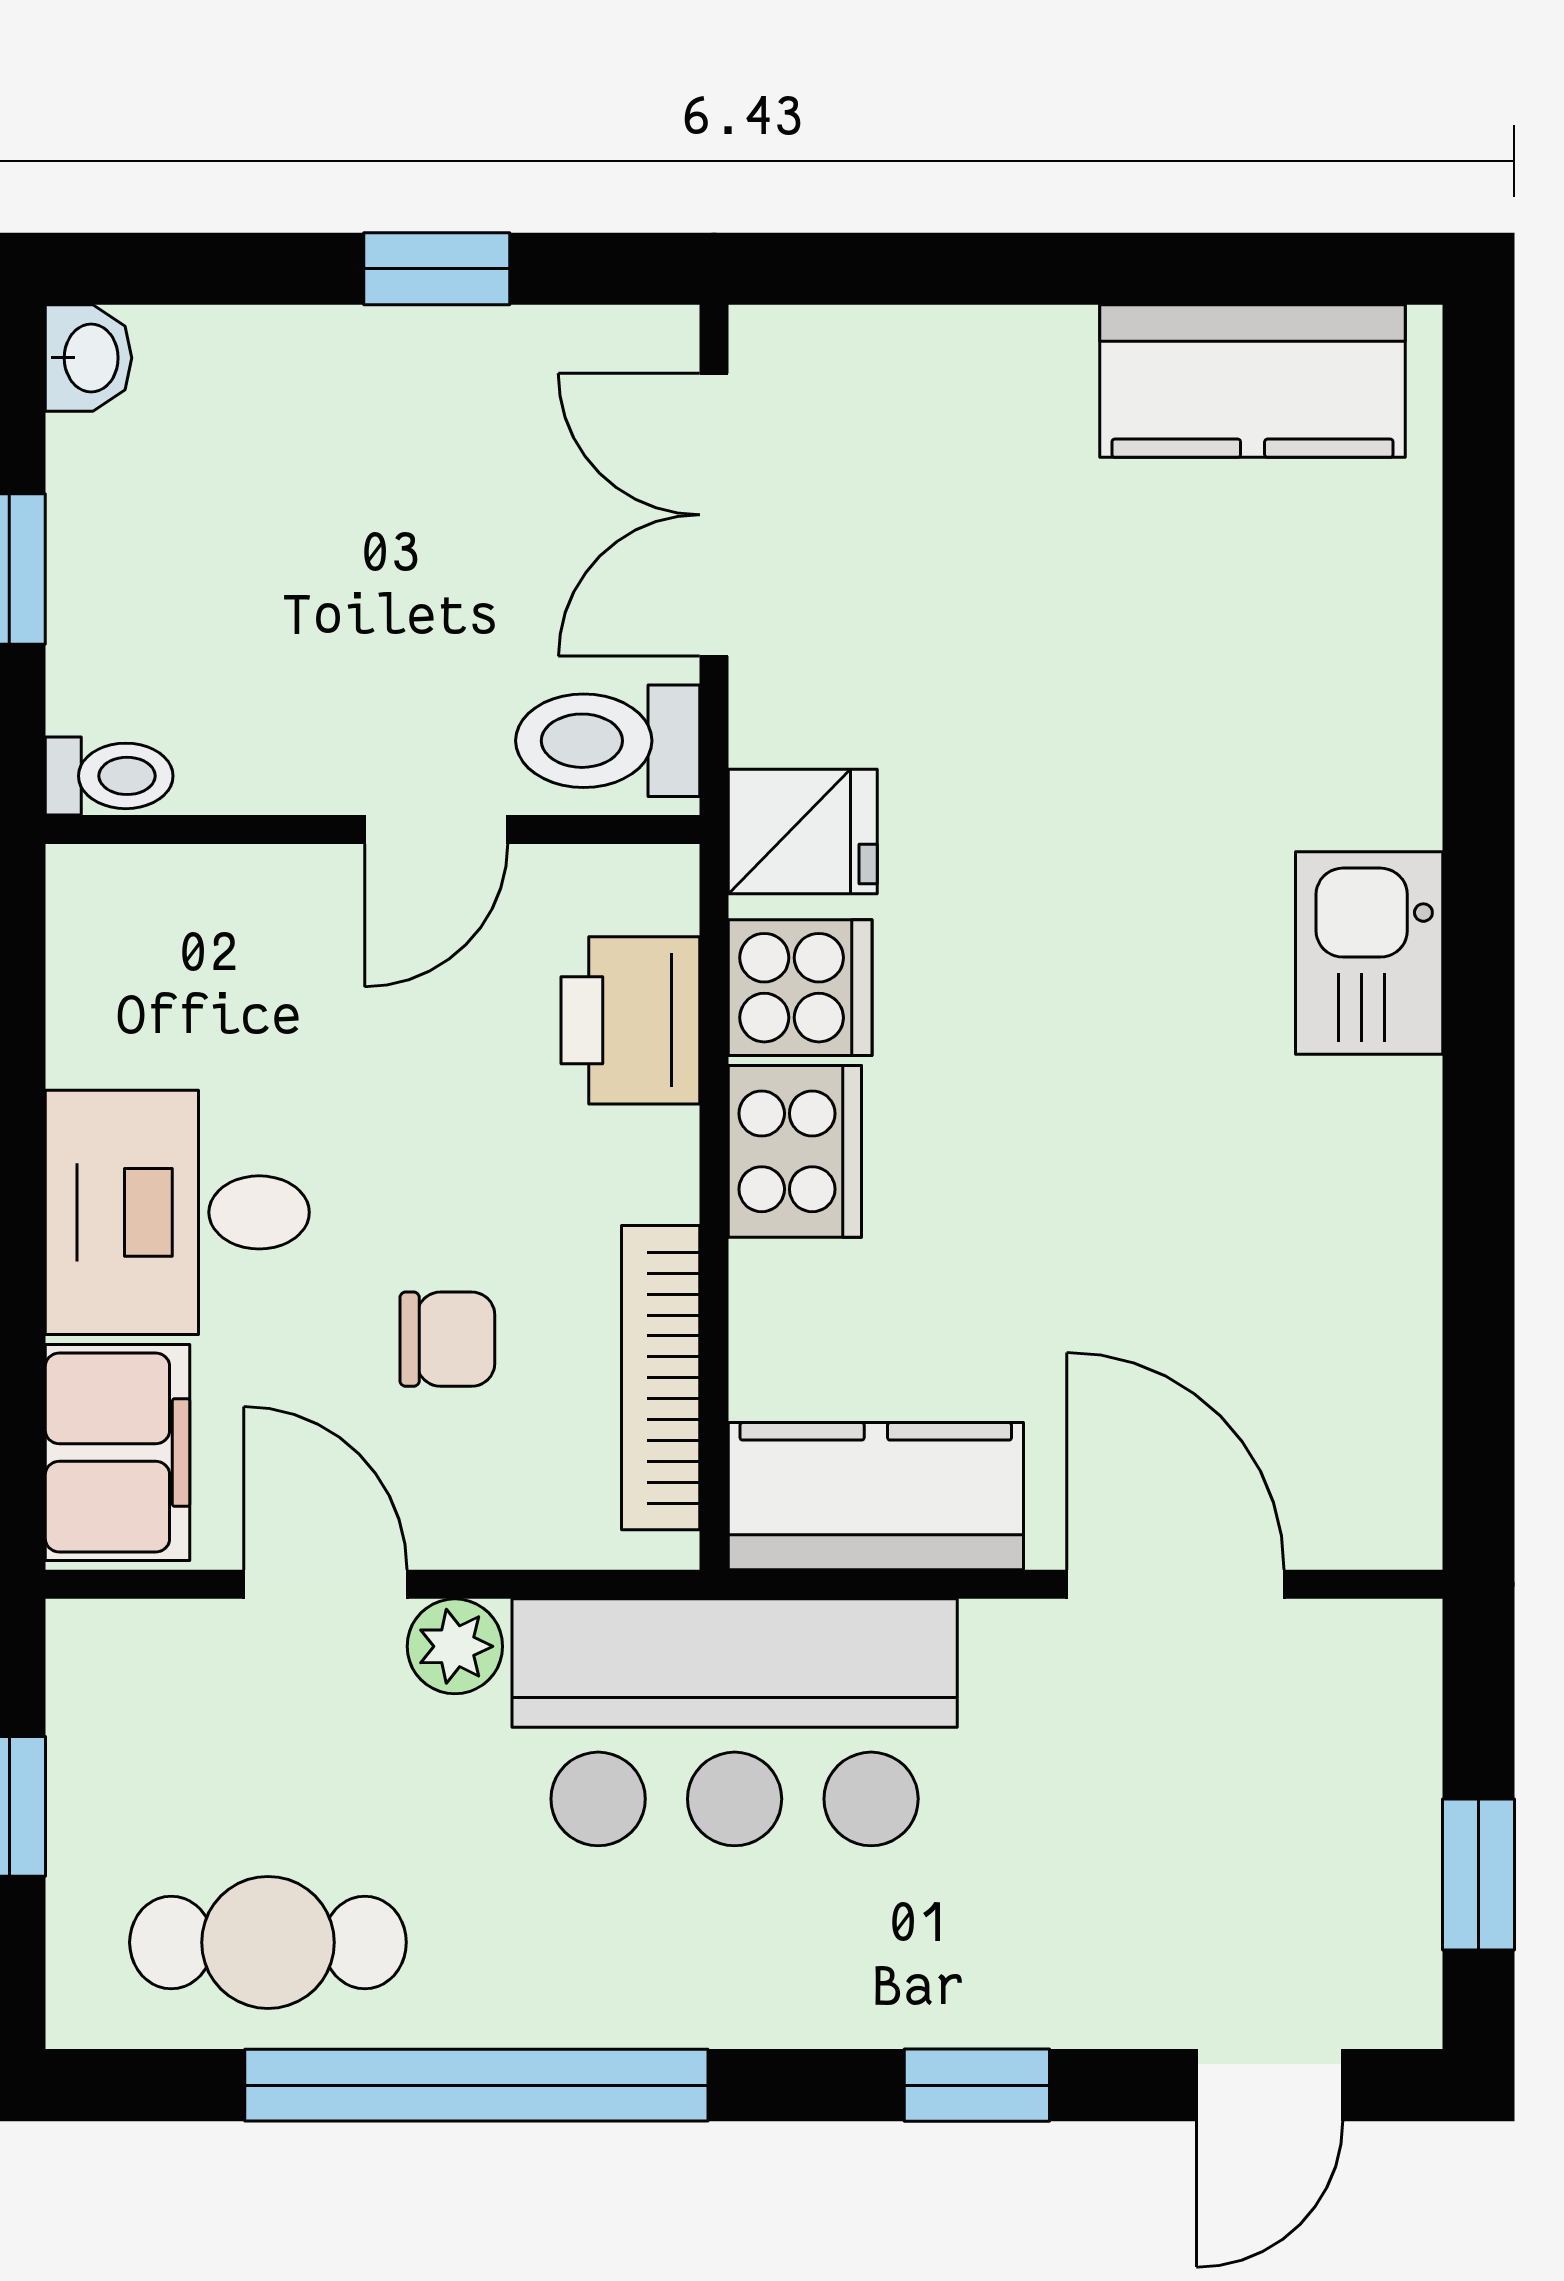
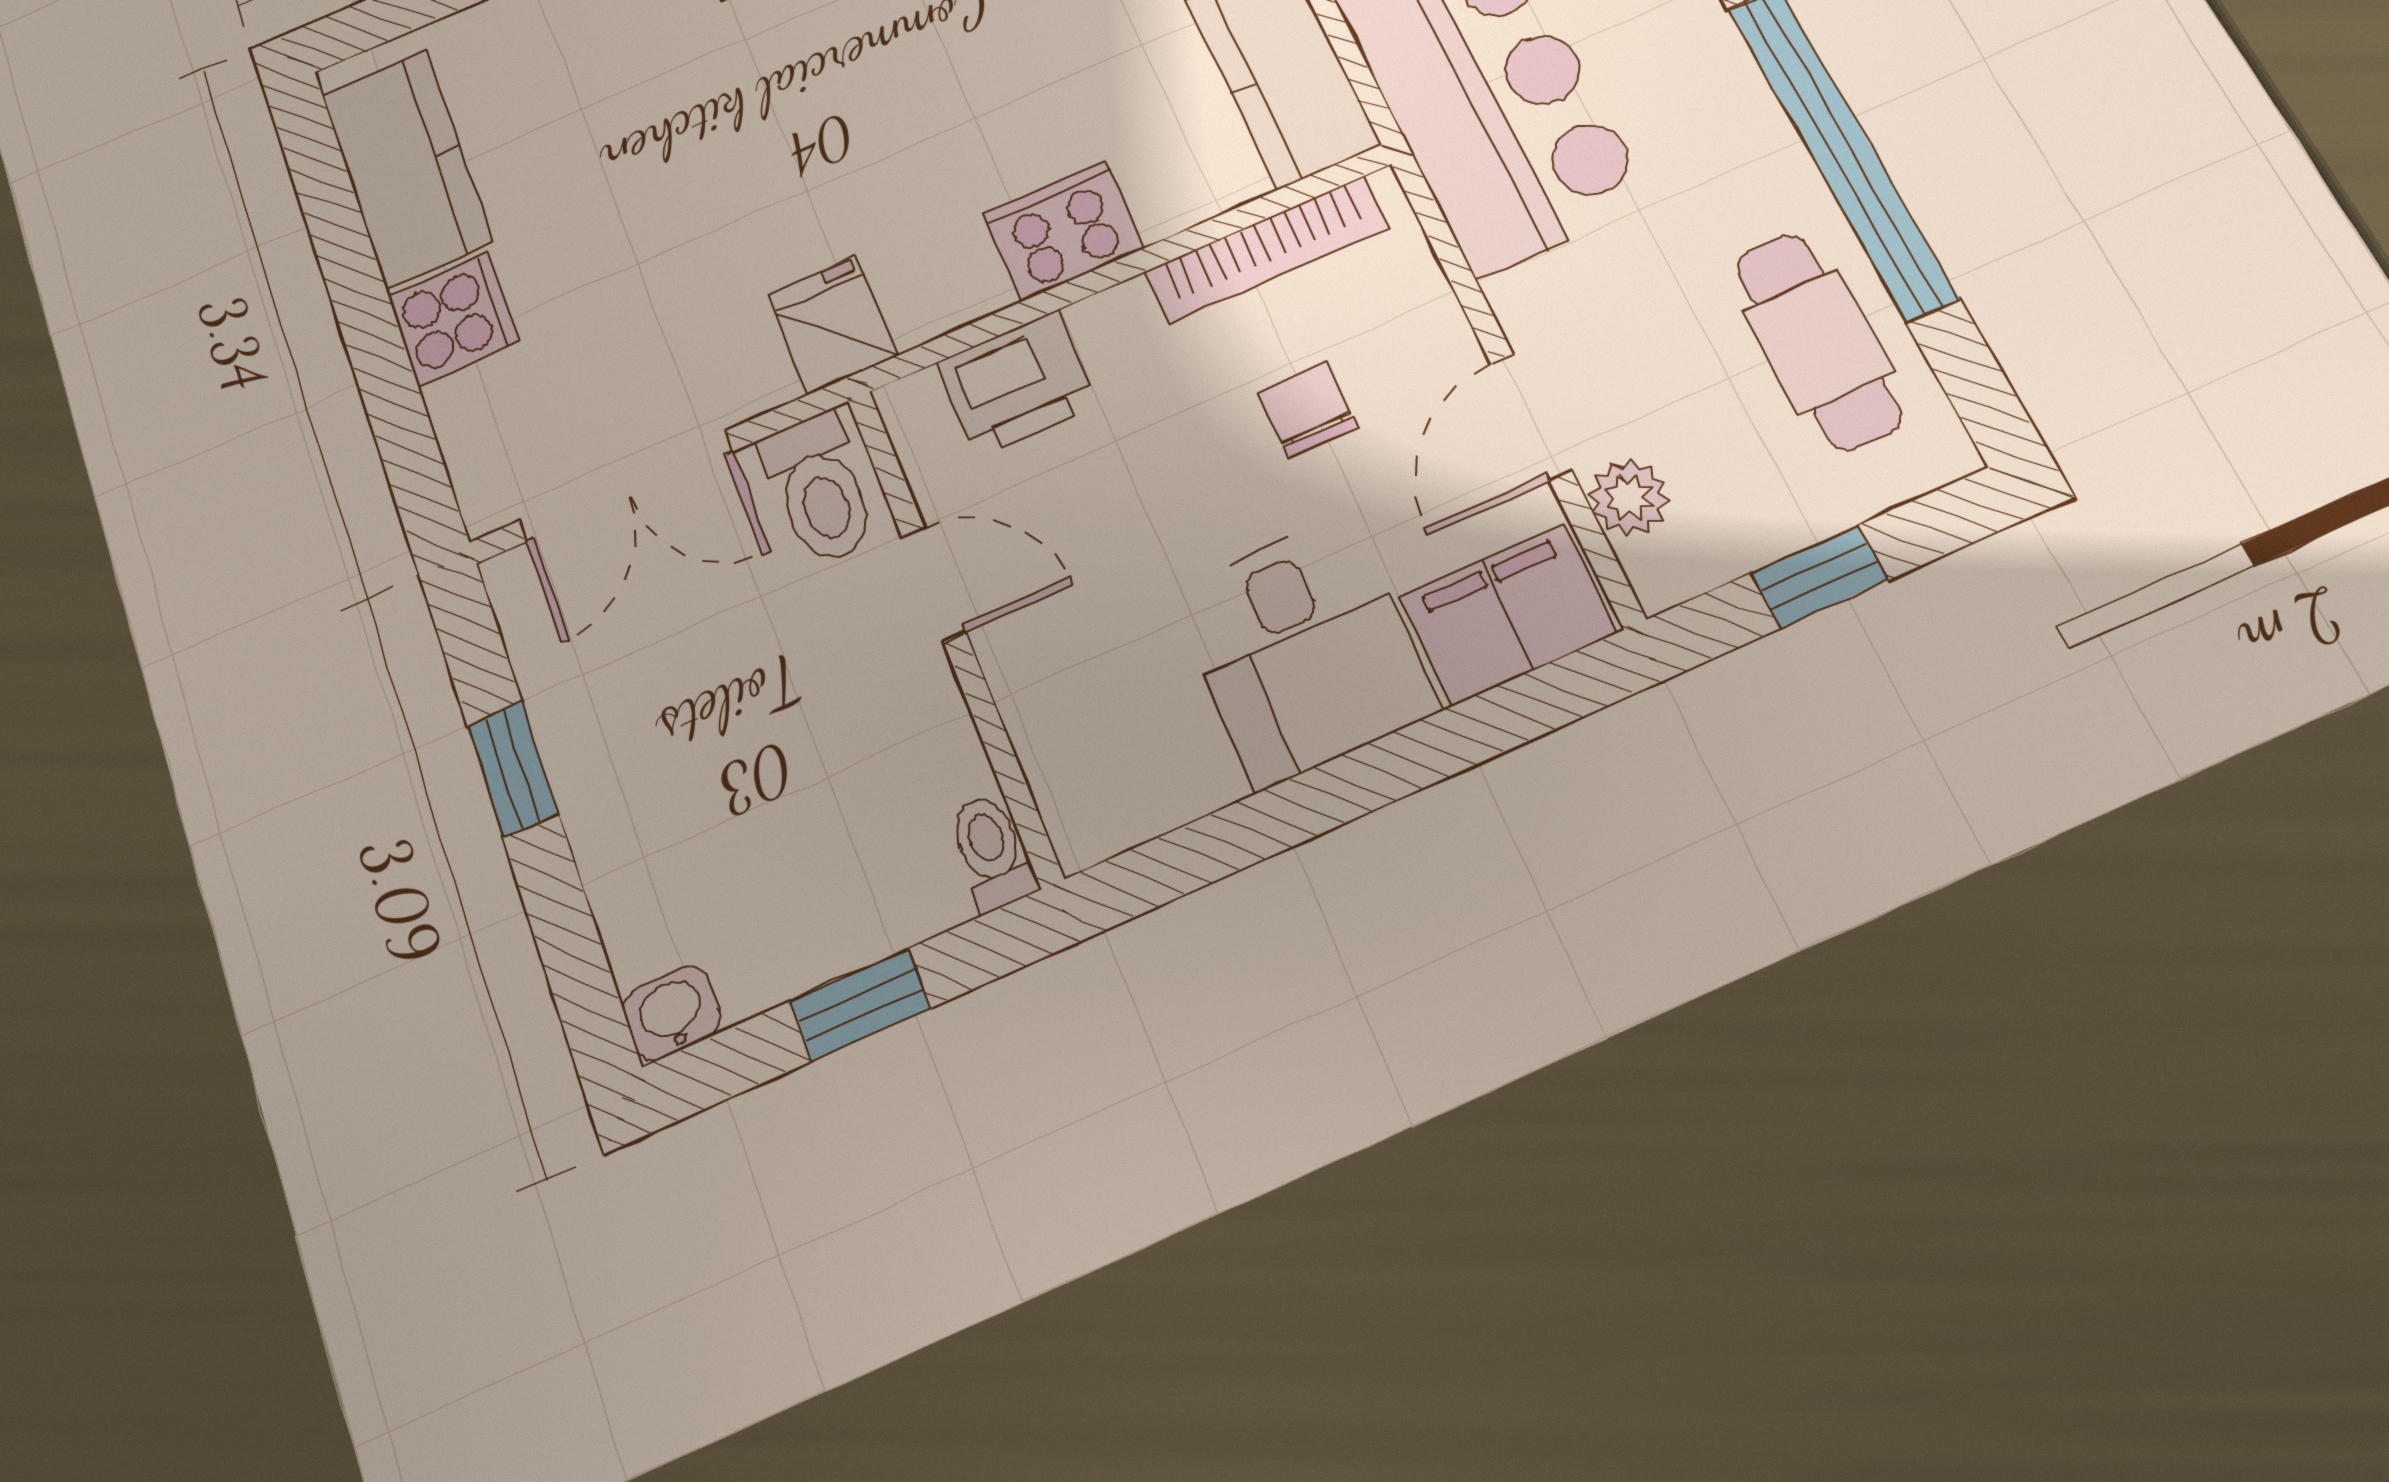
cooker: (800, 988) -> (454, 319), moved, turned 90
plant: (455, 1646) -> (1629, 498), moved

